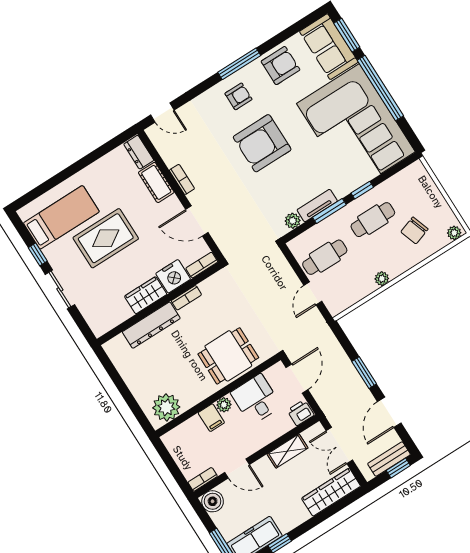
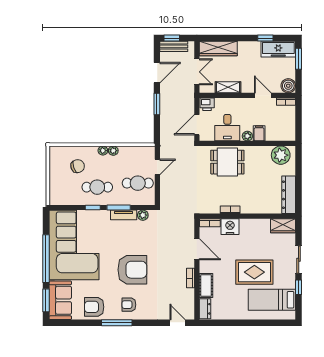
plant: (454, 233) -> (103, 151), moved
wardrobe: (146, 295) -> (283, 226), moved
dresser: (151, 325) -> (289, 195), moved, turned -90

